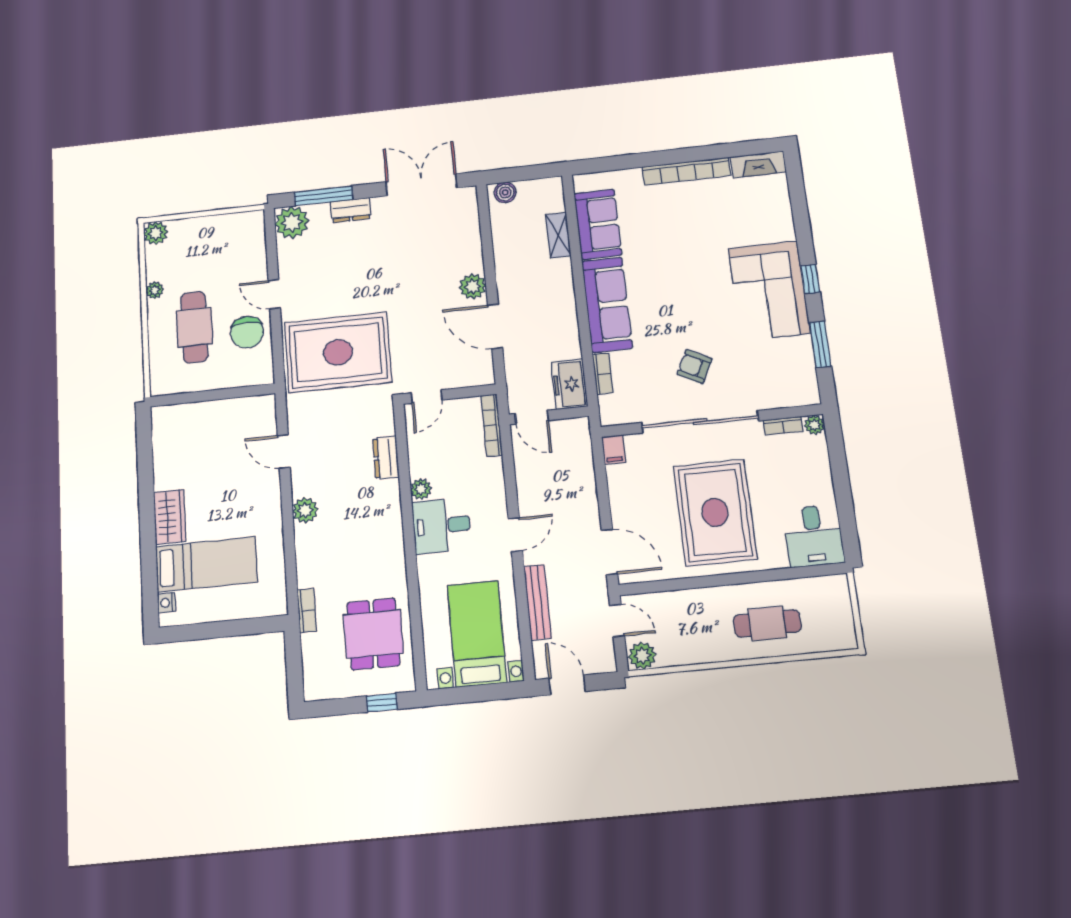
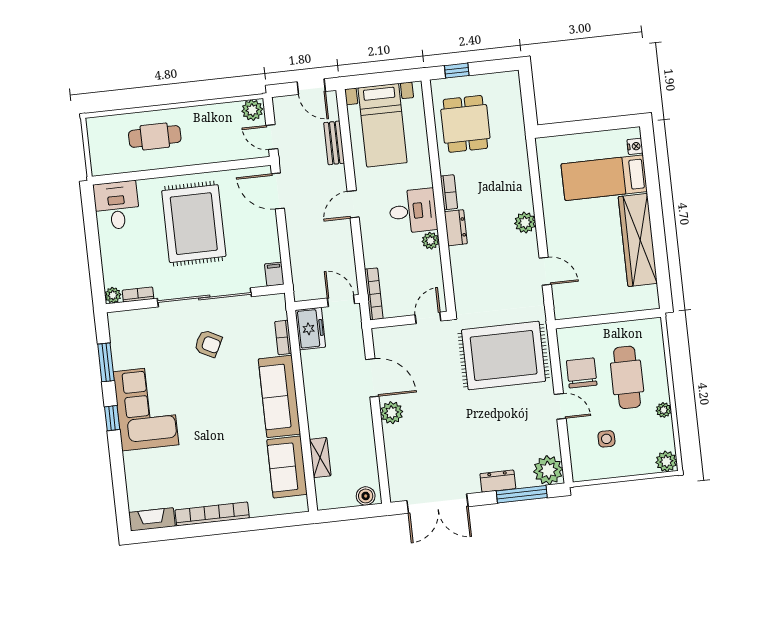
side table: (223, 258) -> (606, 439), added
dresser: (386, 457) -> (456, 228), moved
wardrobe: (169, 517) -> (638, 240), width x2.10, depth x1.17
bench: (537, 602) -> (334, 143), width x0.73
bookcase: (307, 611) -> (449, 192), moved, turned 180

